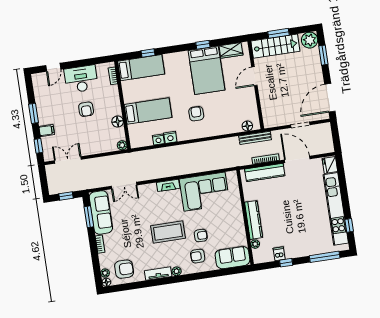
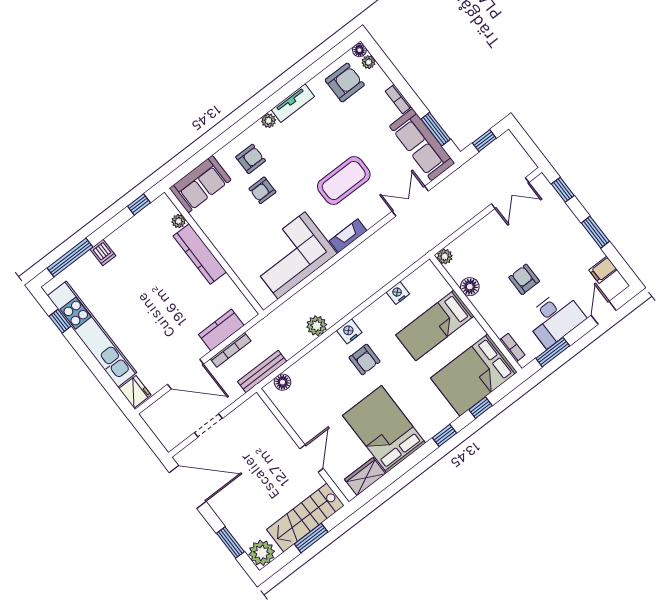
window: (203, 45) -> (444, 435), moved
window: (92, 61) -> (553, 352), added
bed: (141, 68) -> (474, 375), width x1.50
door: (330, 98) -> (188, 487), hinge flipped
filing cabinet: (47, 130) -> (603, 270), moved
nightstand: (170, 137) -> (349, 331), moved
plant: (212, 146) -> (317, 326), added
kitchen counter: (265, 172) -> (221, 330), width x0.67
coffee table: (168, 232) -> (344, 180), moved
dishwasher: (279, 254) -> (103, 252), moved
window: (286, 263) -> (139, 204), moved
armchair: (124, 269) -> (345, 83), turned 180

